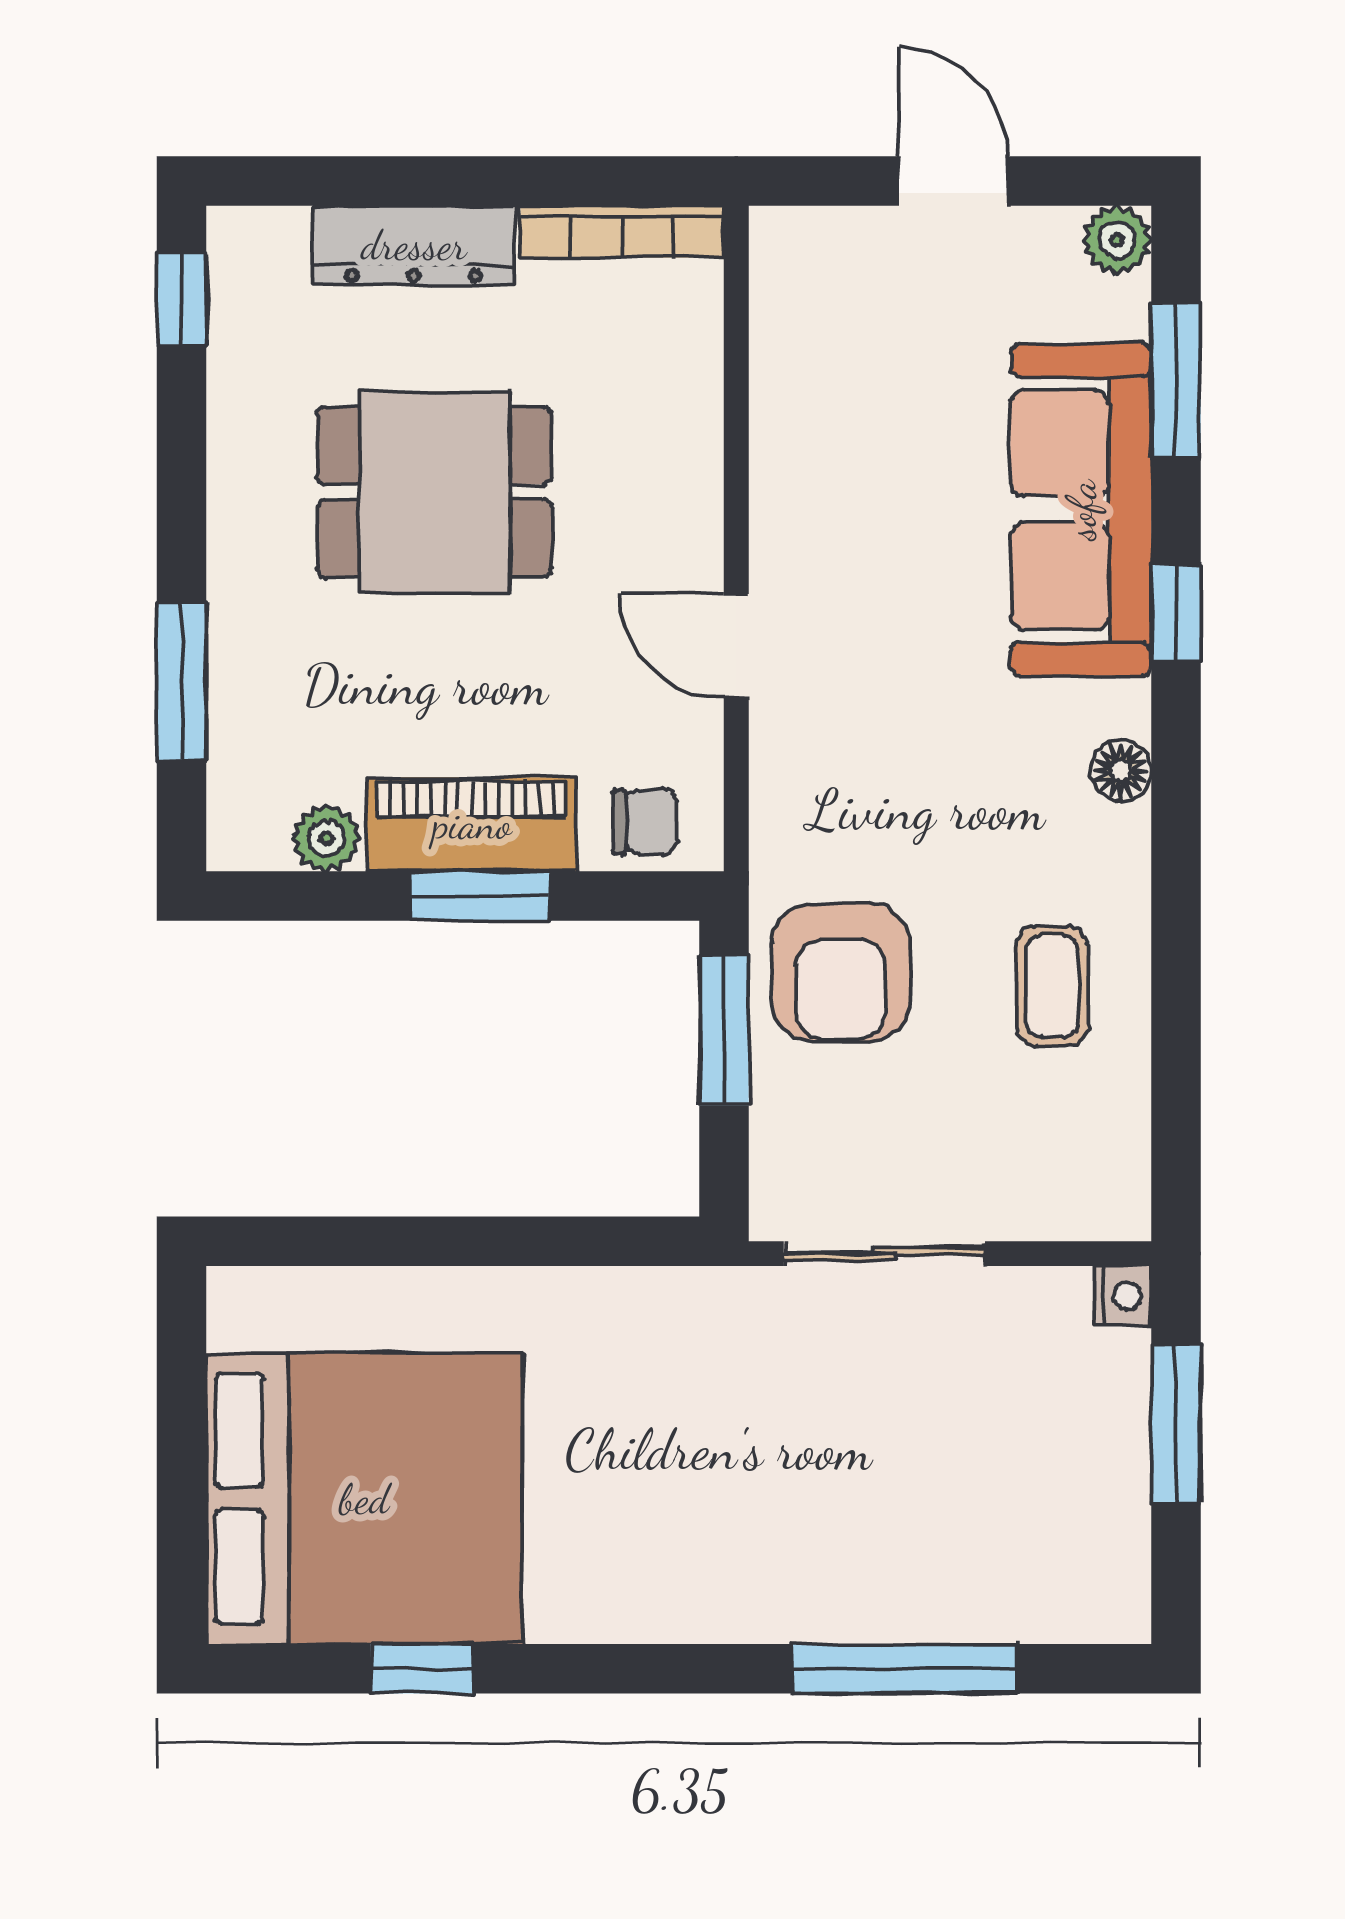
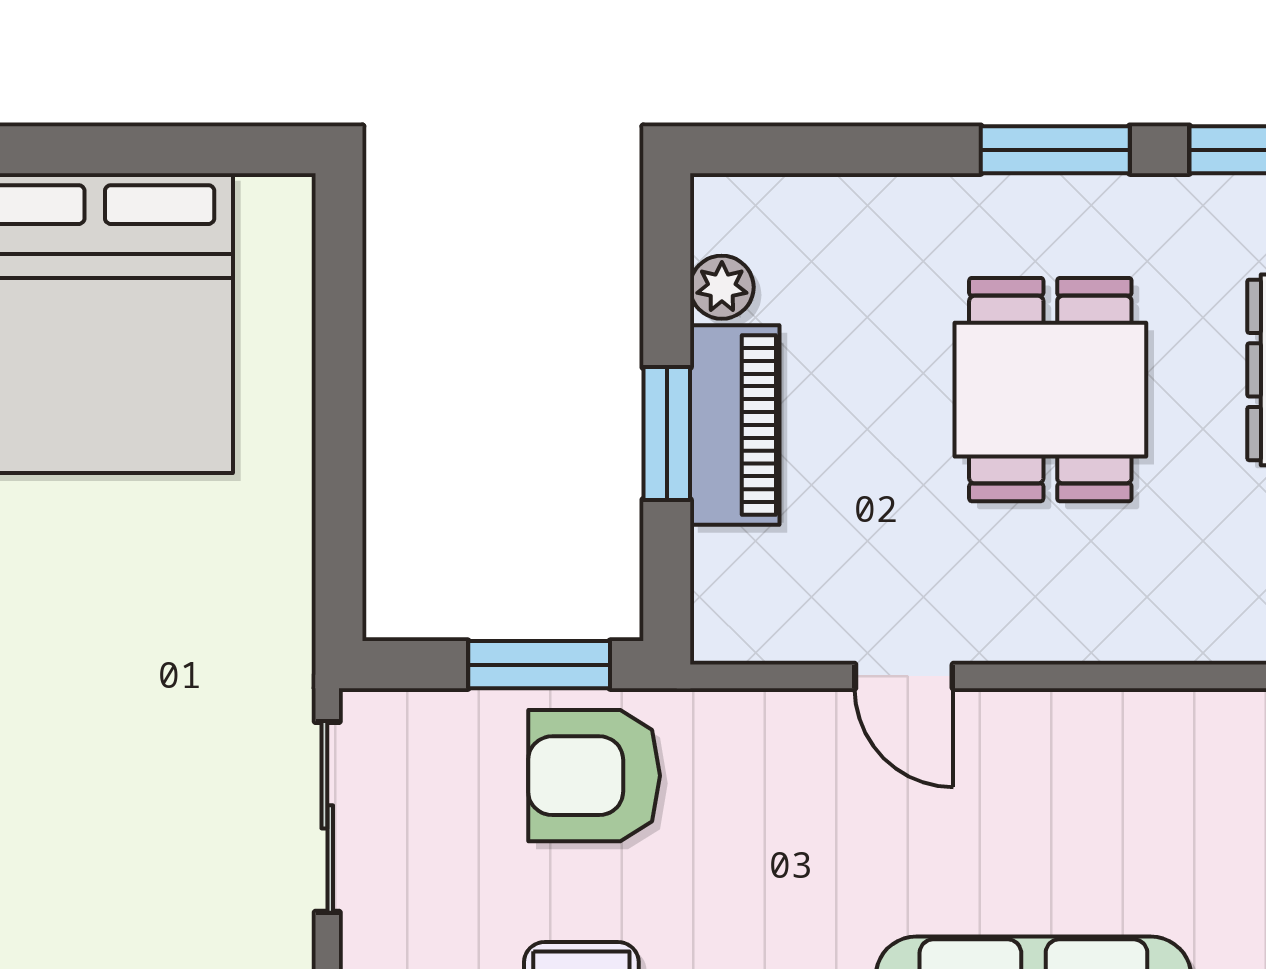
door: (736, 646) -> (904, 676), swing flipped
window: (182, 681) -> (1055, 150), moved
chair: (645, 822) -> (737, 590), removed

